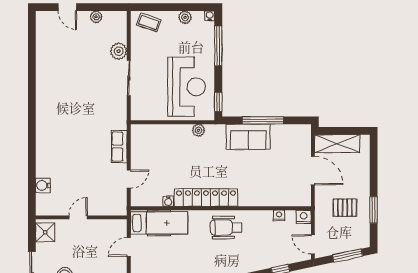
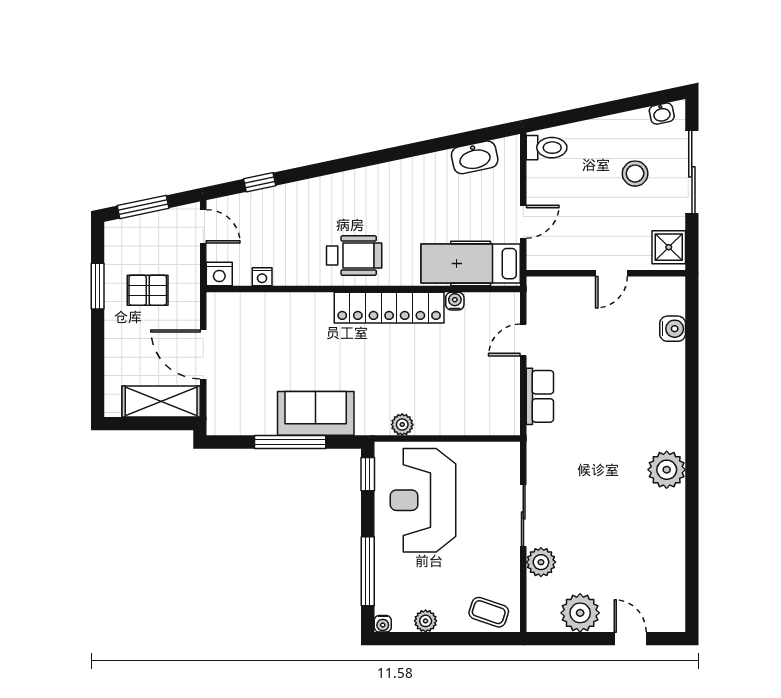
plant: (96, 17) -> (580, 613), width x1.88, depth x1.88
plant: (46, 104) -> (667, 470), added

